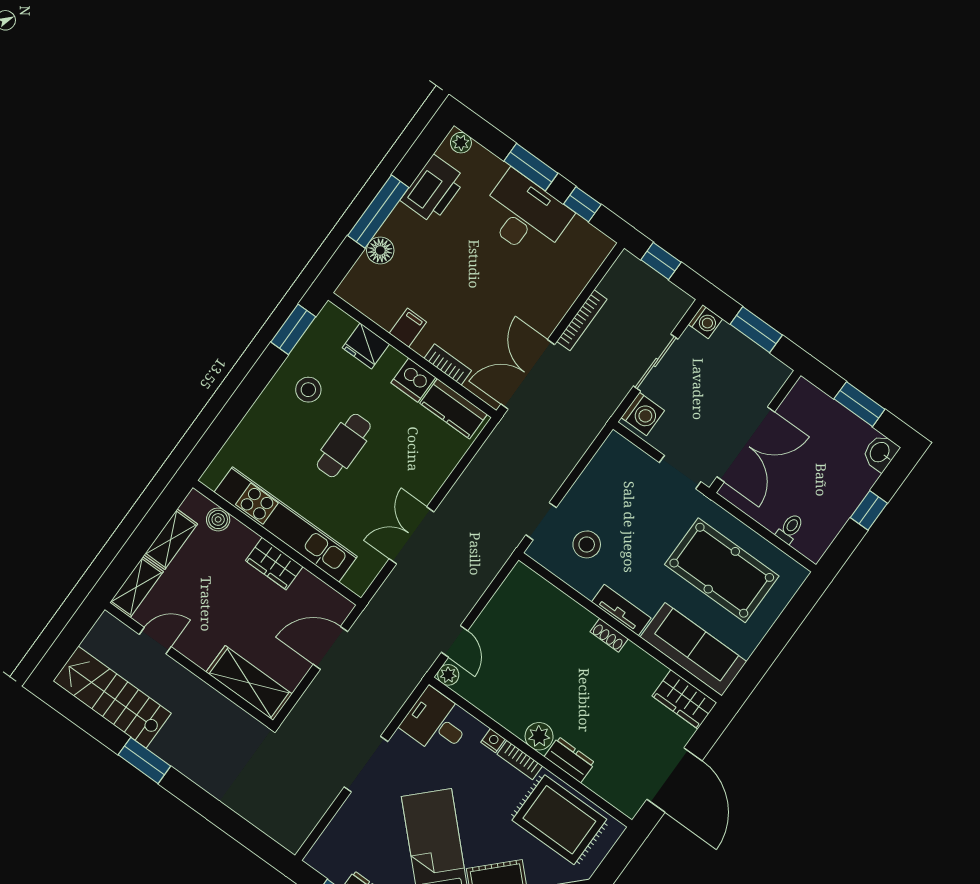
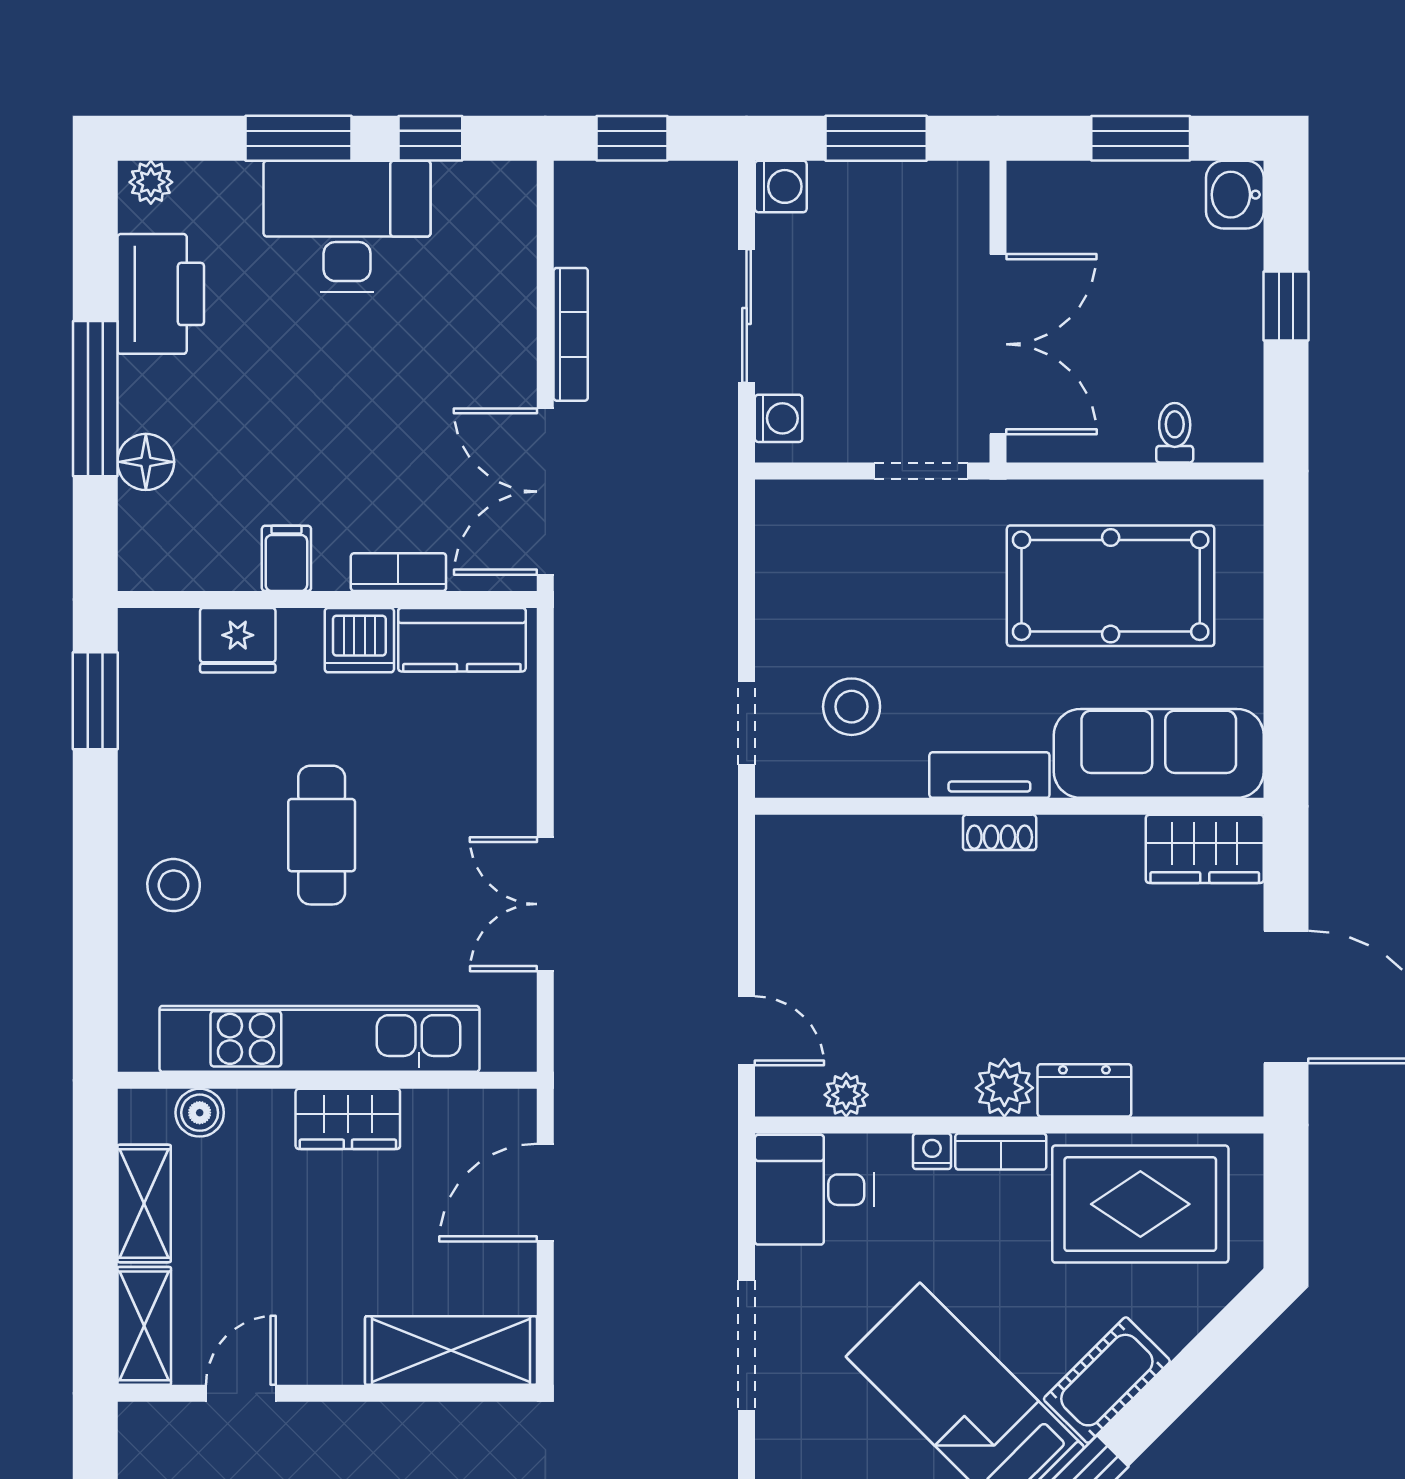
stool: (308, 390) -> (174, 885), moved
washing machine: (643, 414) -> (779, 418), width x0.73, depth x0.73
plant: (448, 675) -> (846, 1095), moved

